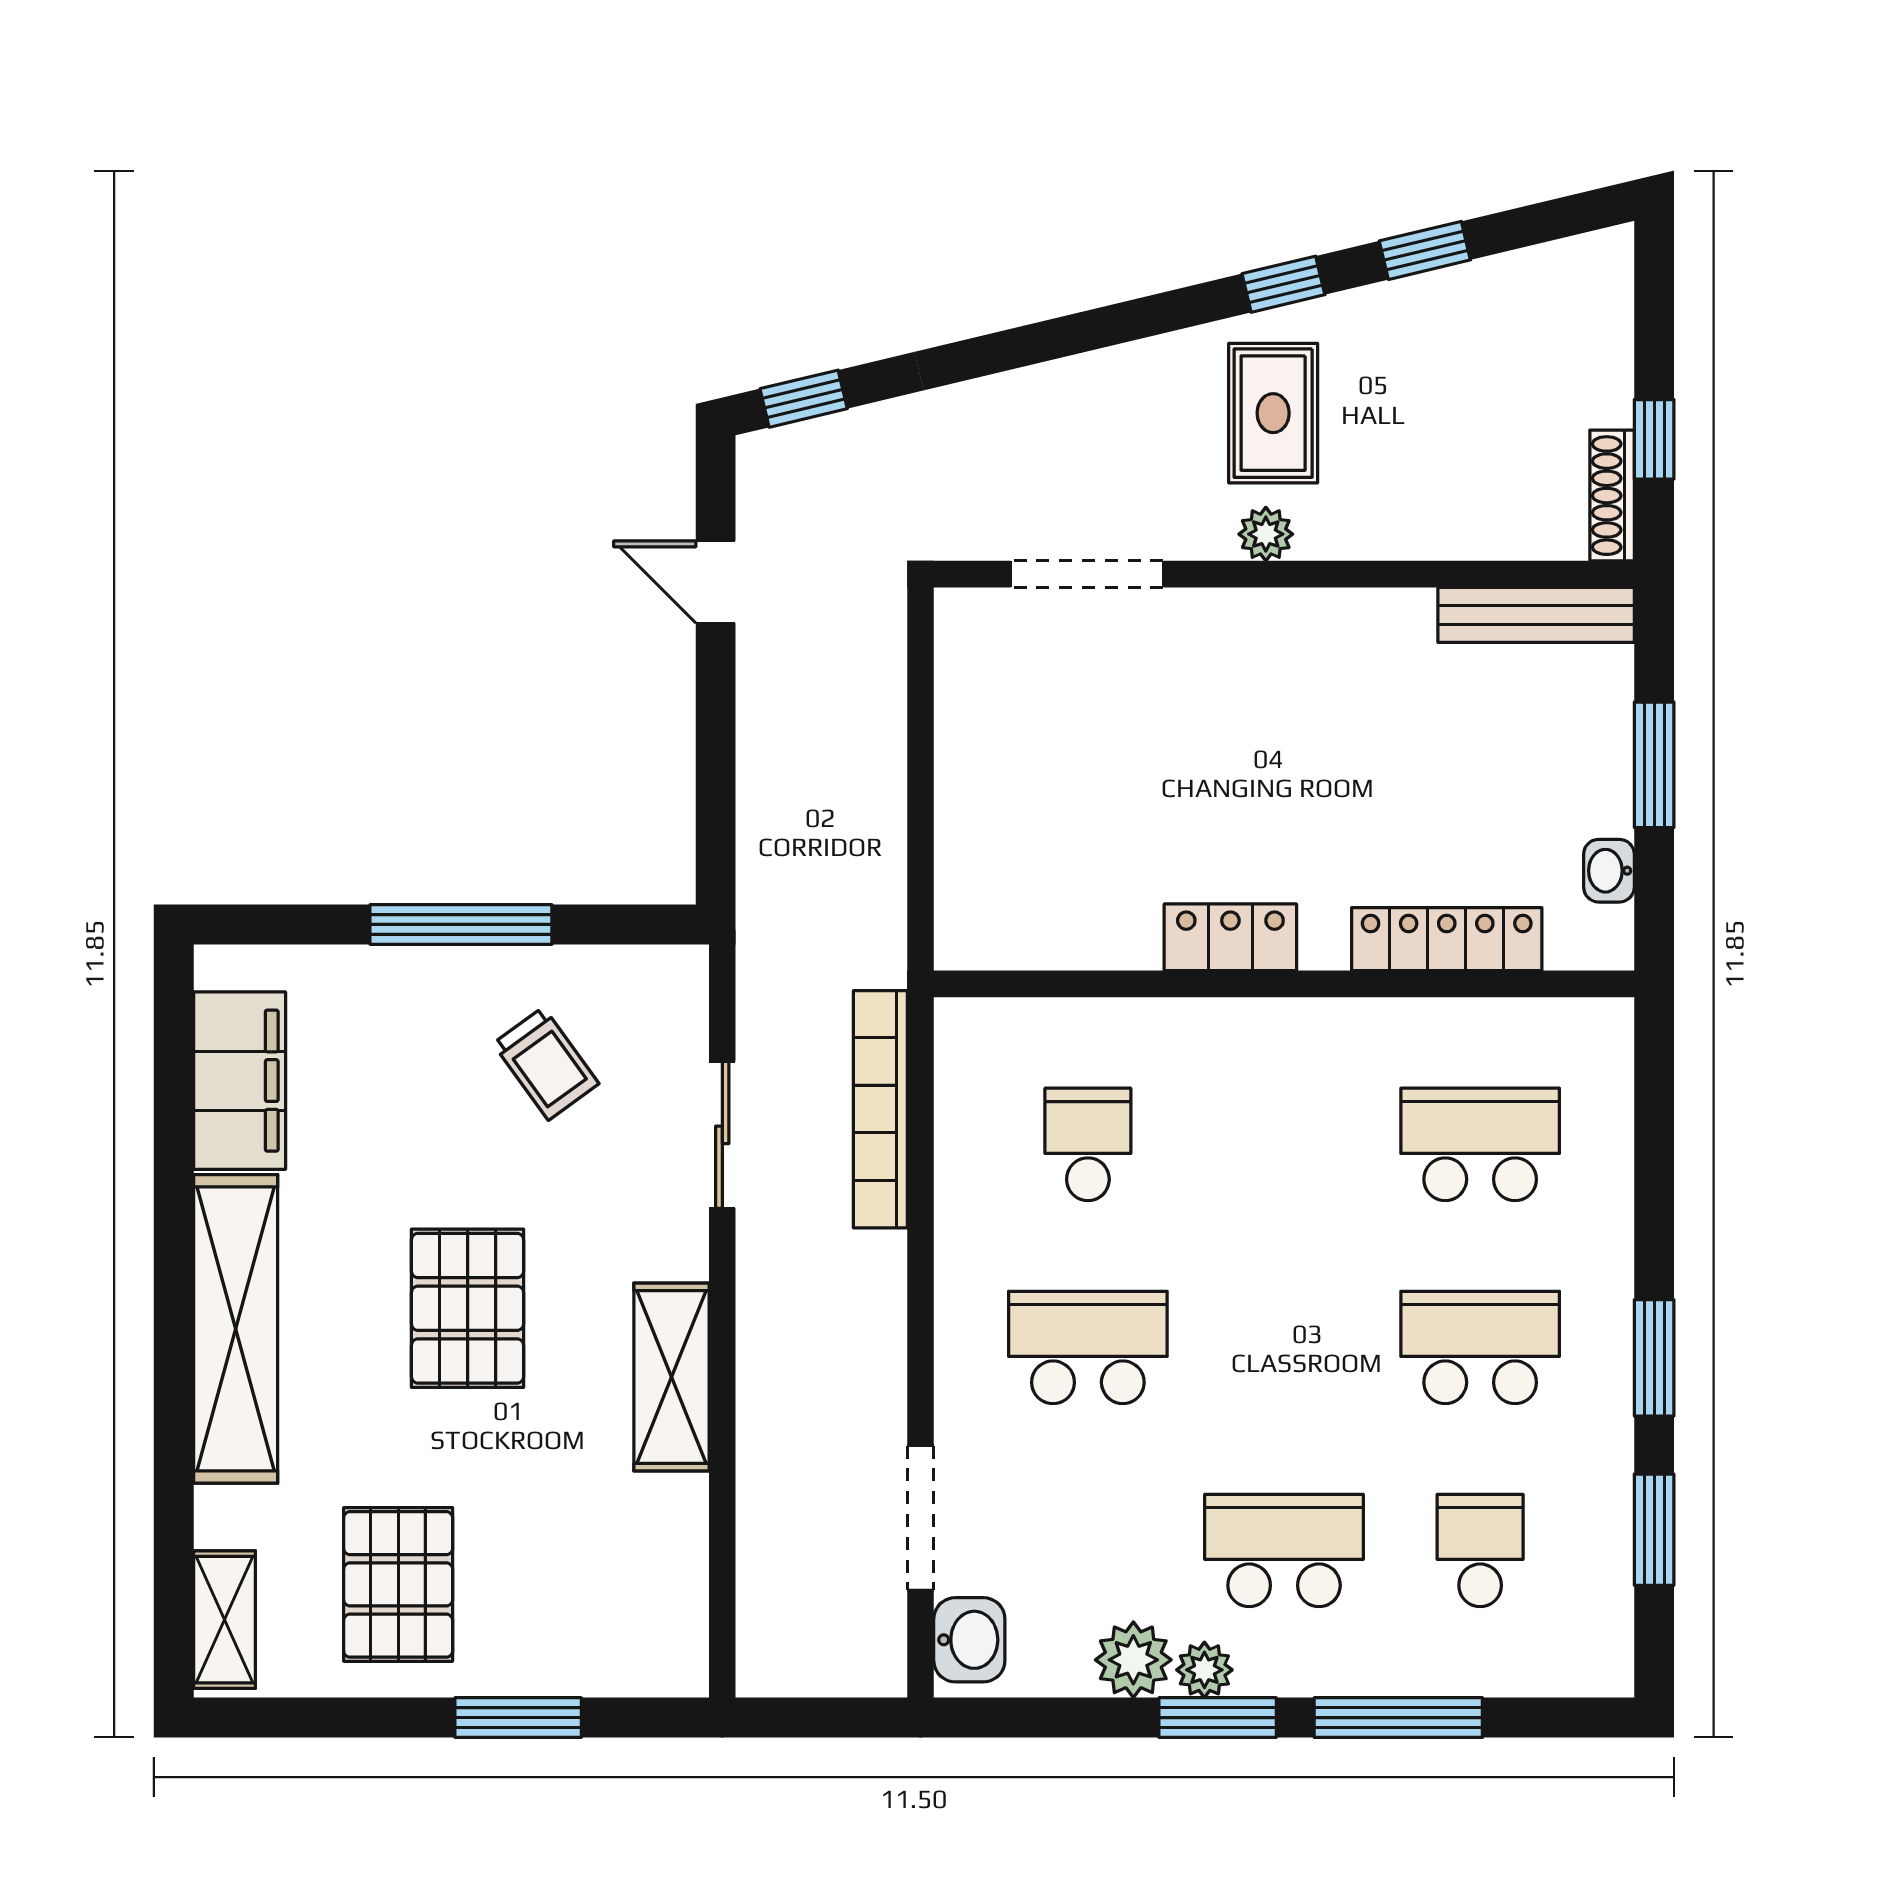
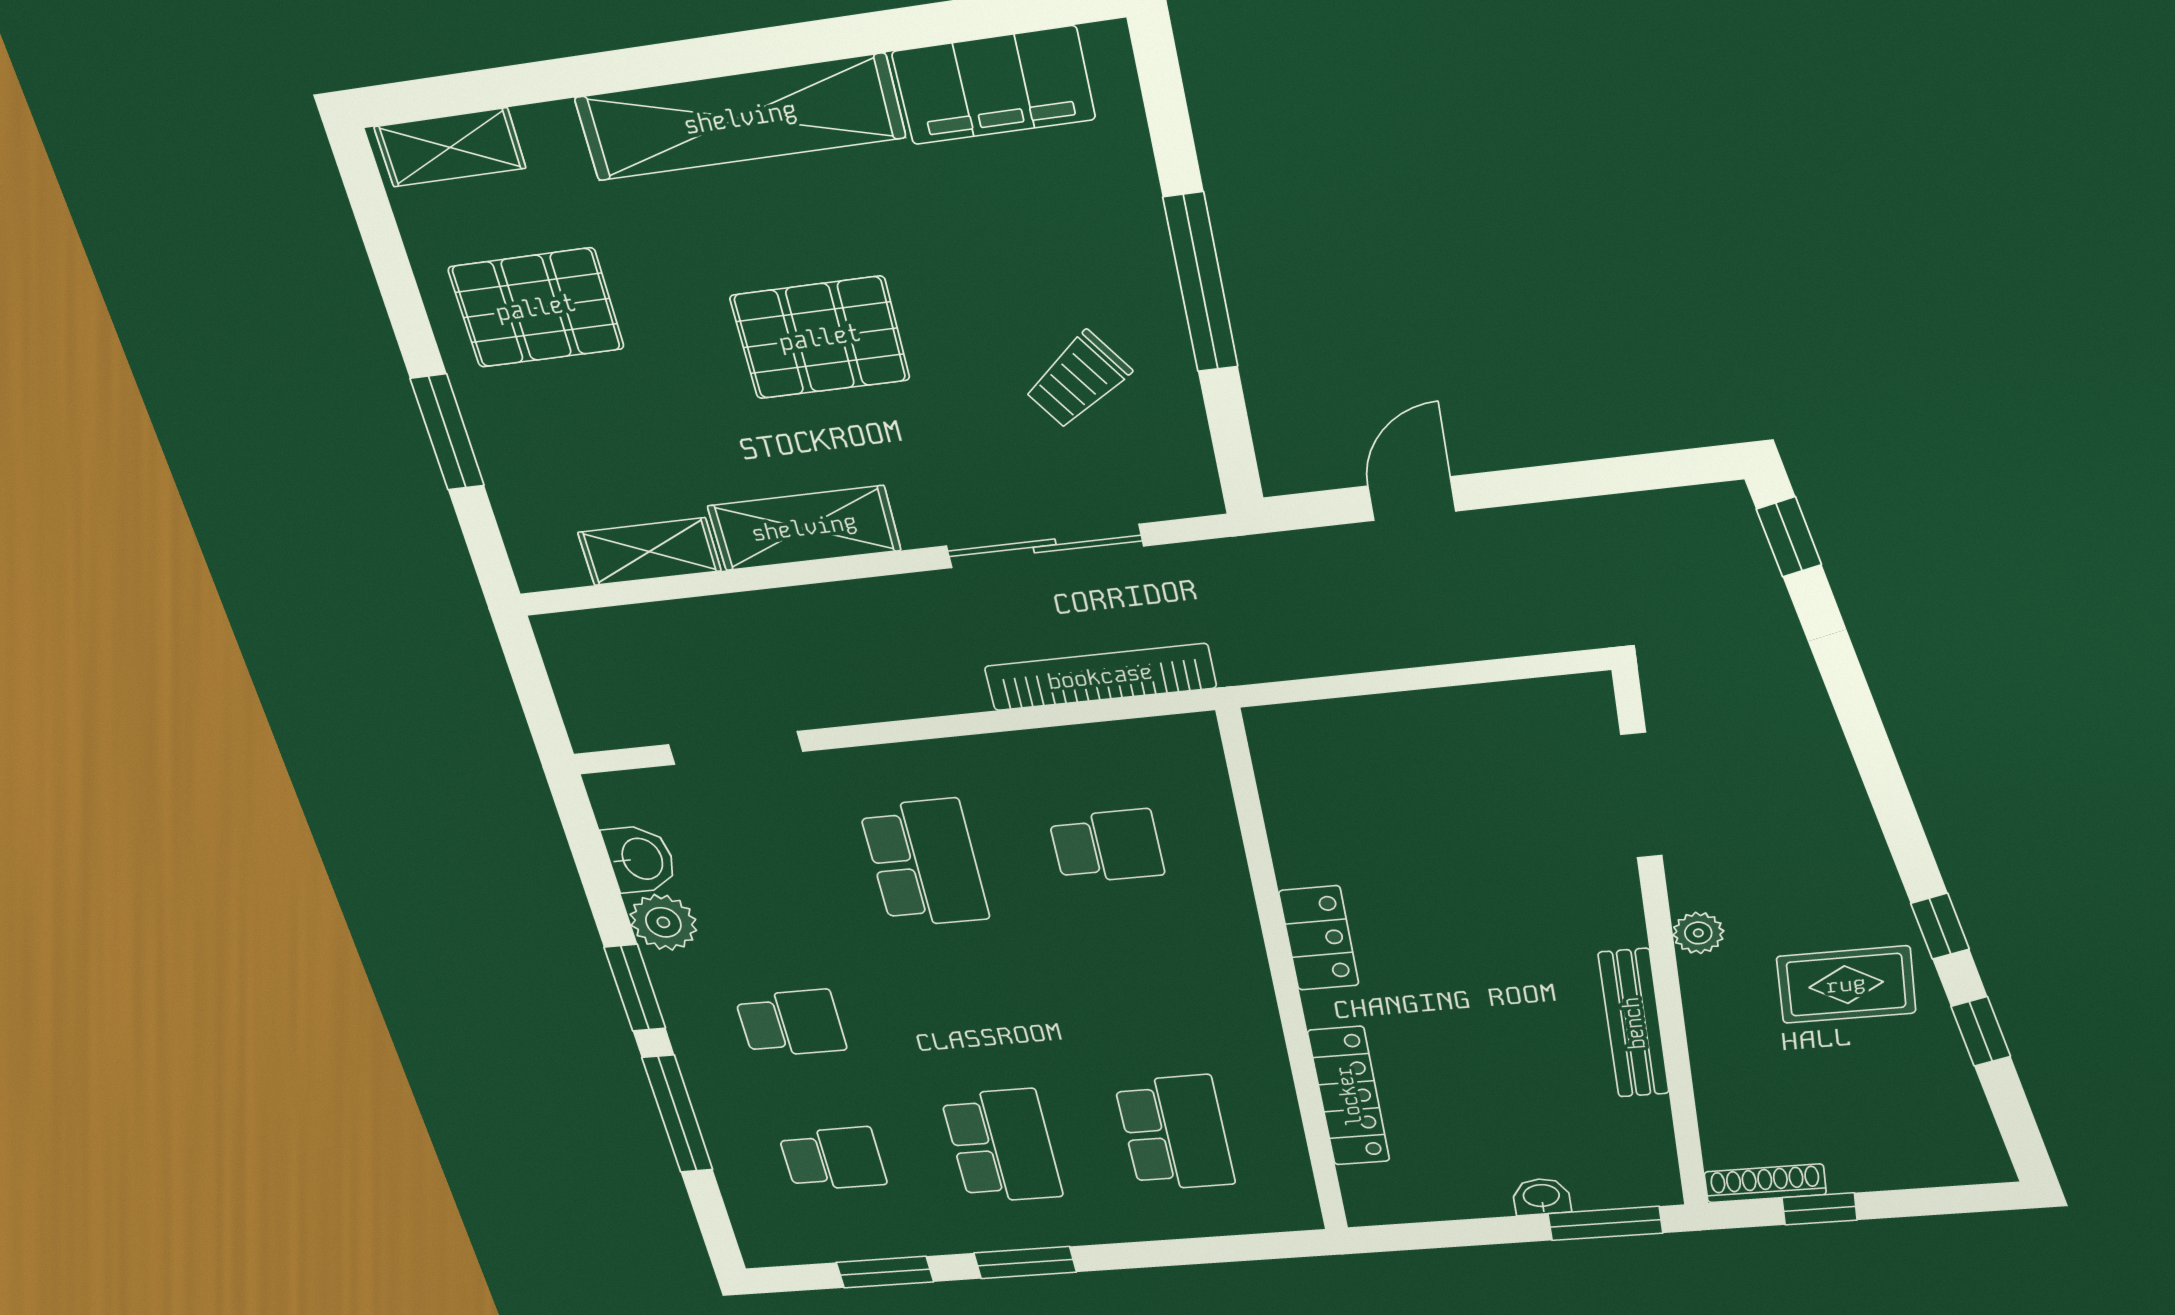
rug: (1273, 413) -> (1846, 985), moved
door: (716, 582) -> (1412, 499), moved
bench: (1536, 615) -> (1634, 1023), moved
window: (1654, 765) -> (1605, 1223), moved
washbasin: (1609, 871) -> (1541, 1197), moved
sliding door: (722, 1135) -> (1045, 546), width x1.37
shelving: (678, 1546) -> (649, 552), added
school desk: (1284, 1550) -> (791, 1023), width x0.54
washbasin: (969, 1640) -> (640, 859), moved, turned -90
plant: (1204, 1670) -> (672, 975), removed

